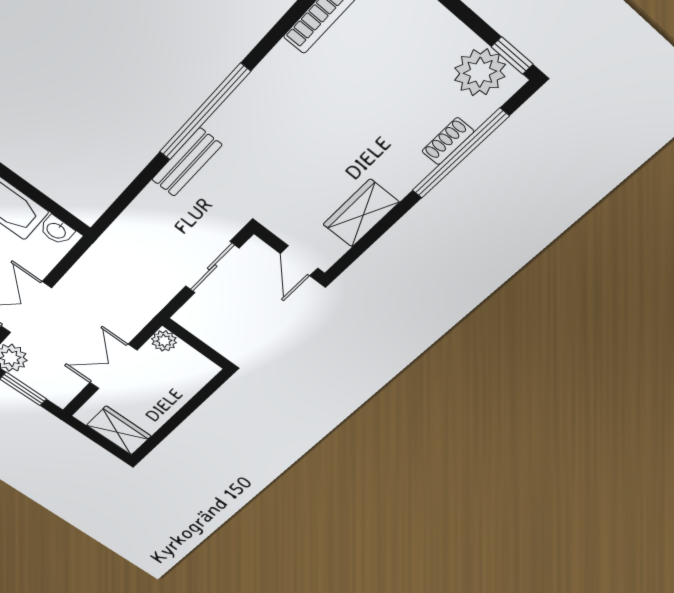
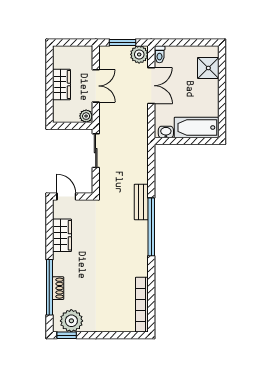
sliding door: (212, 267) -> (96, 151), moved
wardrobe: (119, 431) -> (61, 85), moved, turned -90

